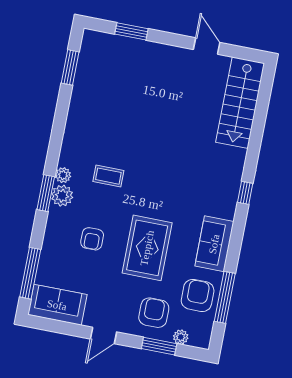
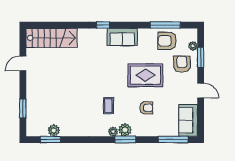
plant: (84, 76) -> (54, 130), added
sofa: (214, 244) -> (122, 37), moved
armchair: (154, 313) -> (182, 64), turned 90

